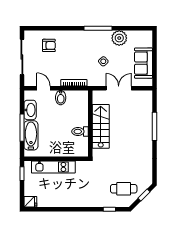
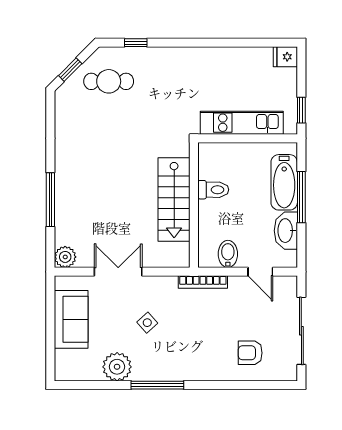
double door: (119, 88) -> (118, 272), swing flipped
plant: (147, 96) -> (65, 257), added
wall: (90, 123) -> (194, 205), moved
stairs: (101, 126) -> (174, 200), moved
toilet: (80, 132) -> (213, 190), moved

